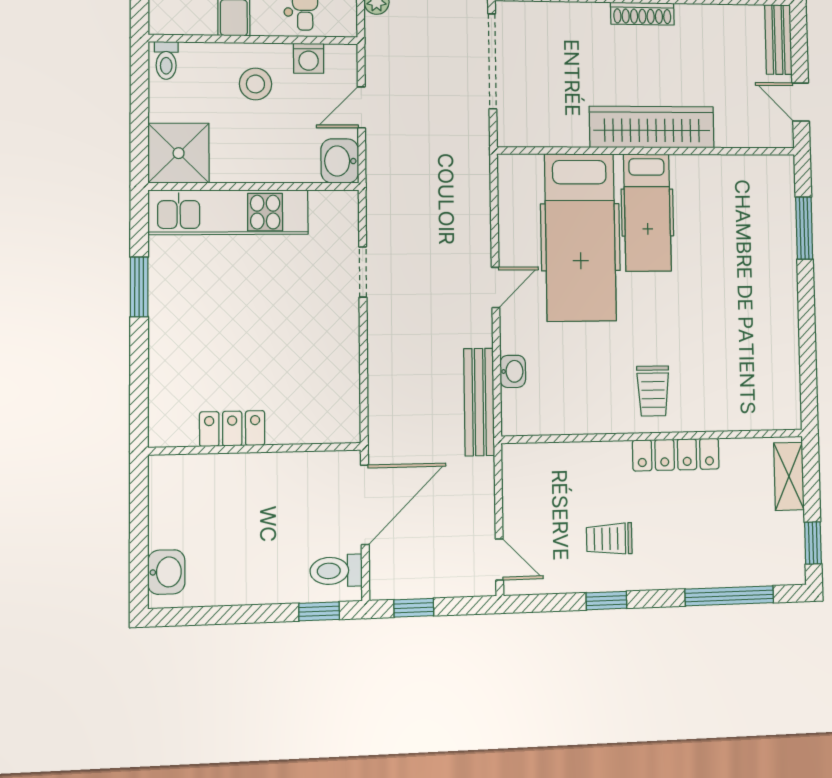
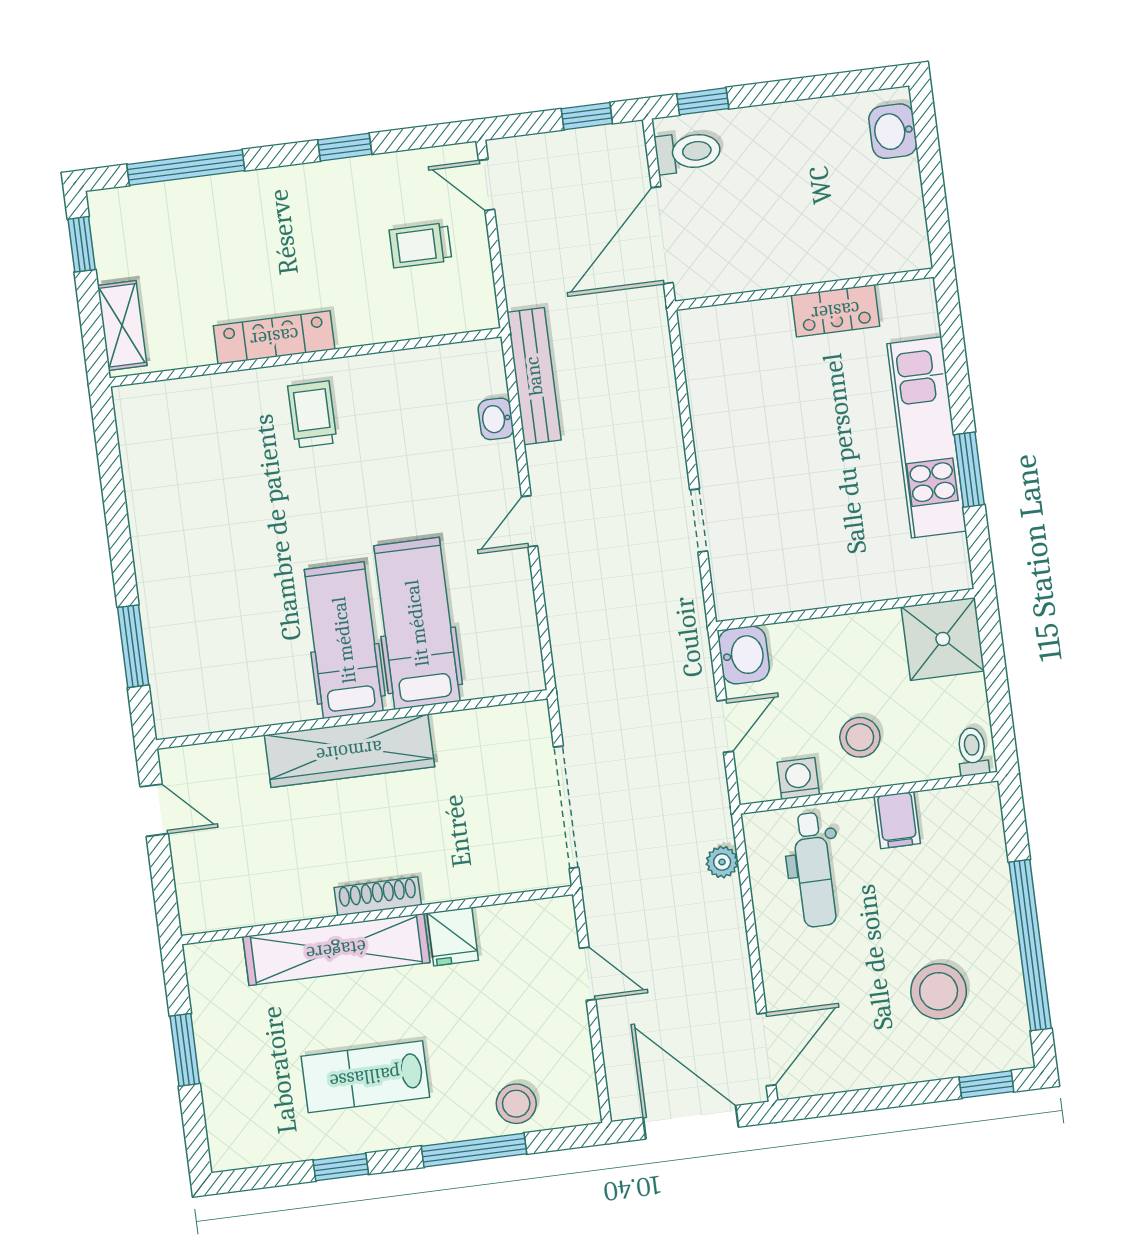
bench: (778, 40) -> (192, 888), removed
kitchen unit: (228, 212) -> (927, 437), moved, turned -90
hospital bed: (580, 237) -> (417, 623), width x0.73, depth x0.78
trolley: (609, 539) -> (420, 245), moved, turned 180

